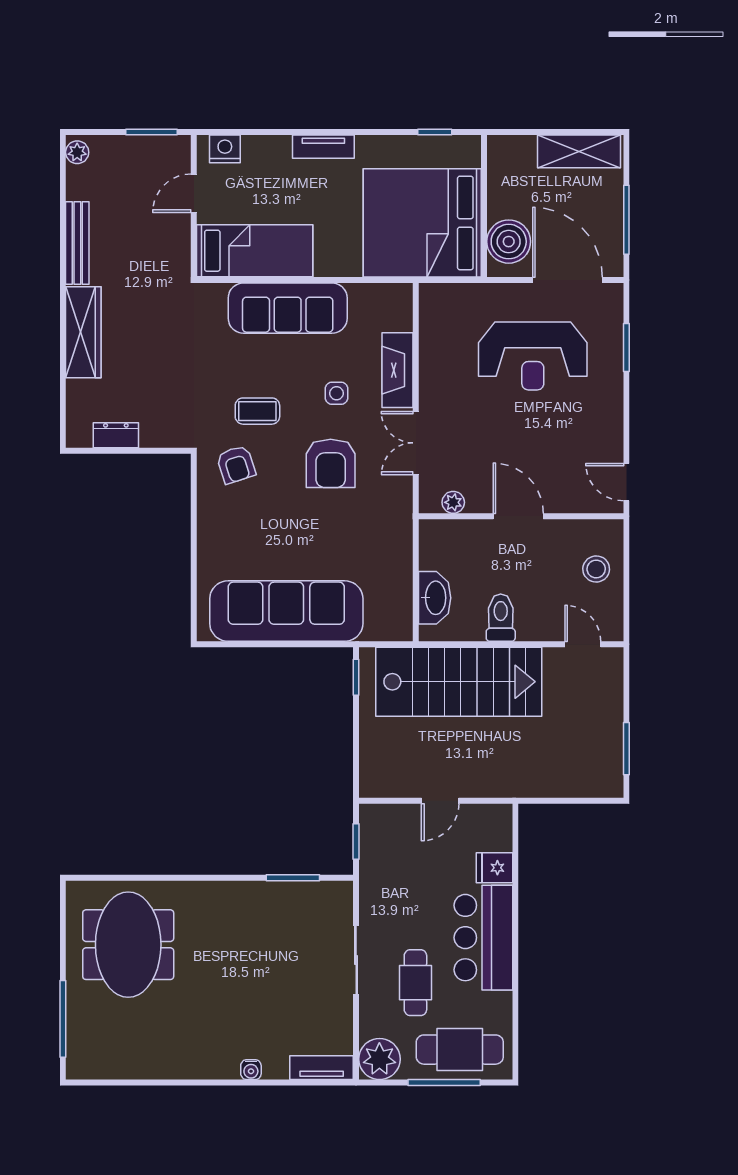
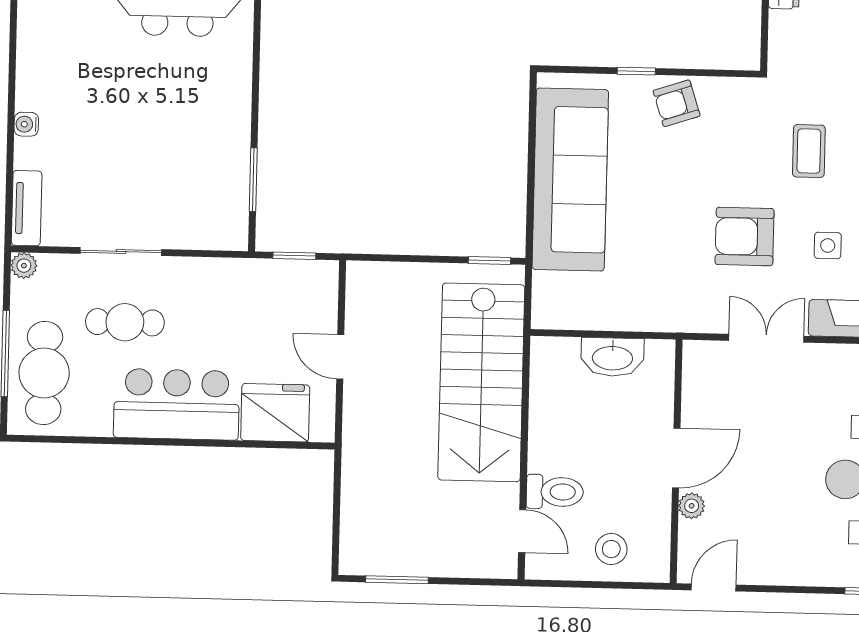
armchair: (236, 465) -> (677, 103), moved
plant: (453, 502) -> (692, 506), moved
window: (194, 558) -> (636, 71), added
washbasin: (435, 598) -> (612, 357), moved
toilet: (501, 618) -> (555, 492), moved
door: (583, 644) -> (522, 531), hinge flipped
fridge: (495, 868) -> (275, 413), width x1.88, depth x1.34
sliding door: (356, 960) -> (121, 251), moved
plant: (379, 1059) -> (24, 266), width x0.53, depth x0.53

